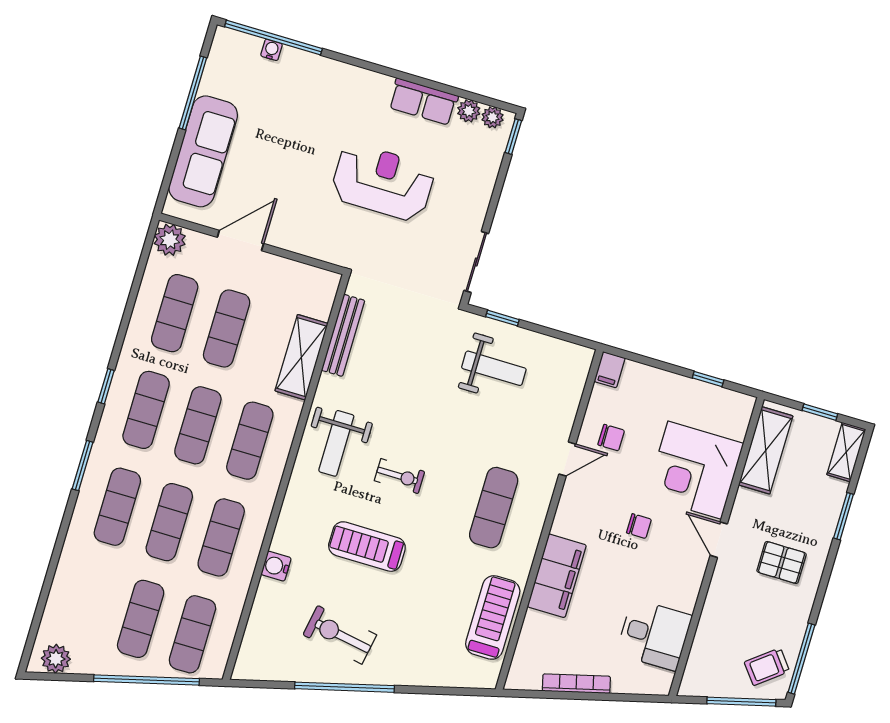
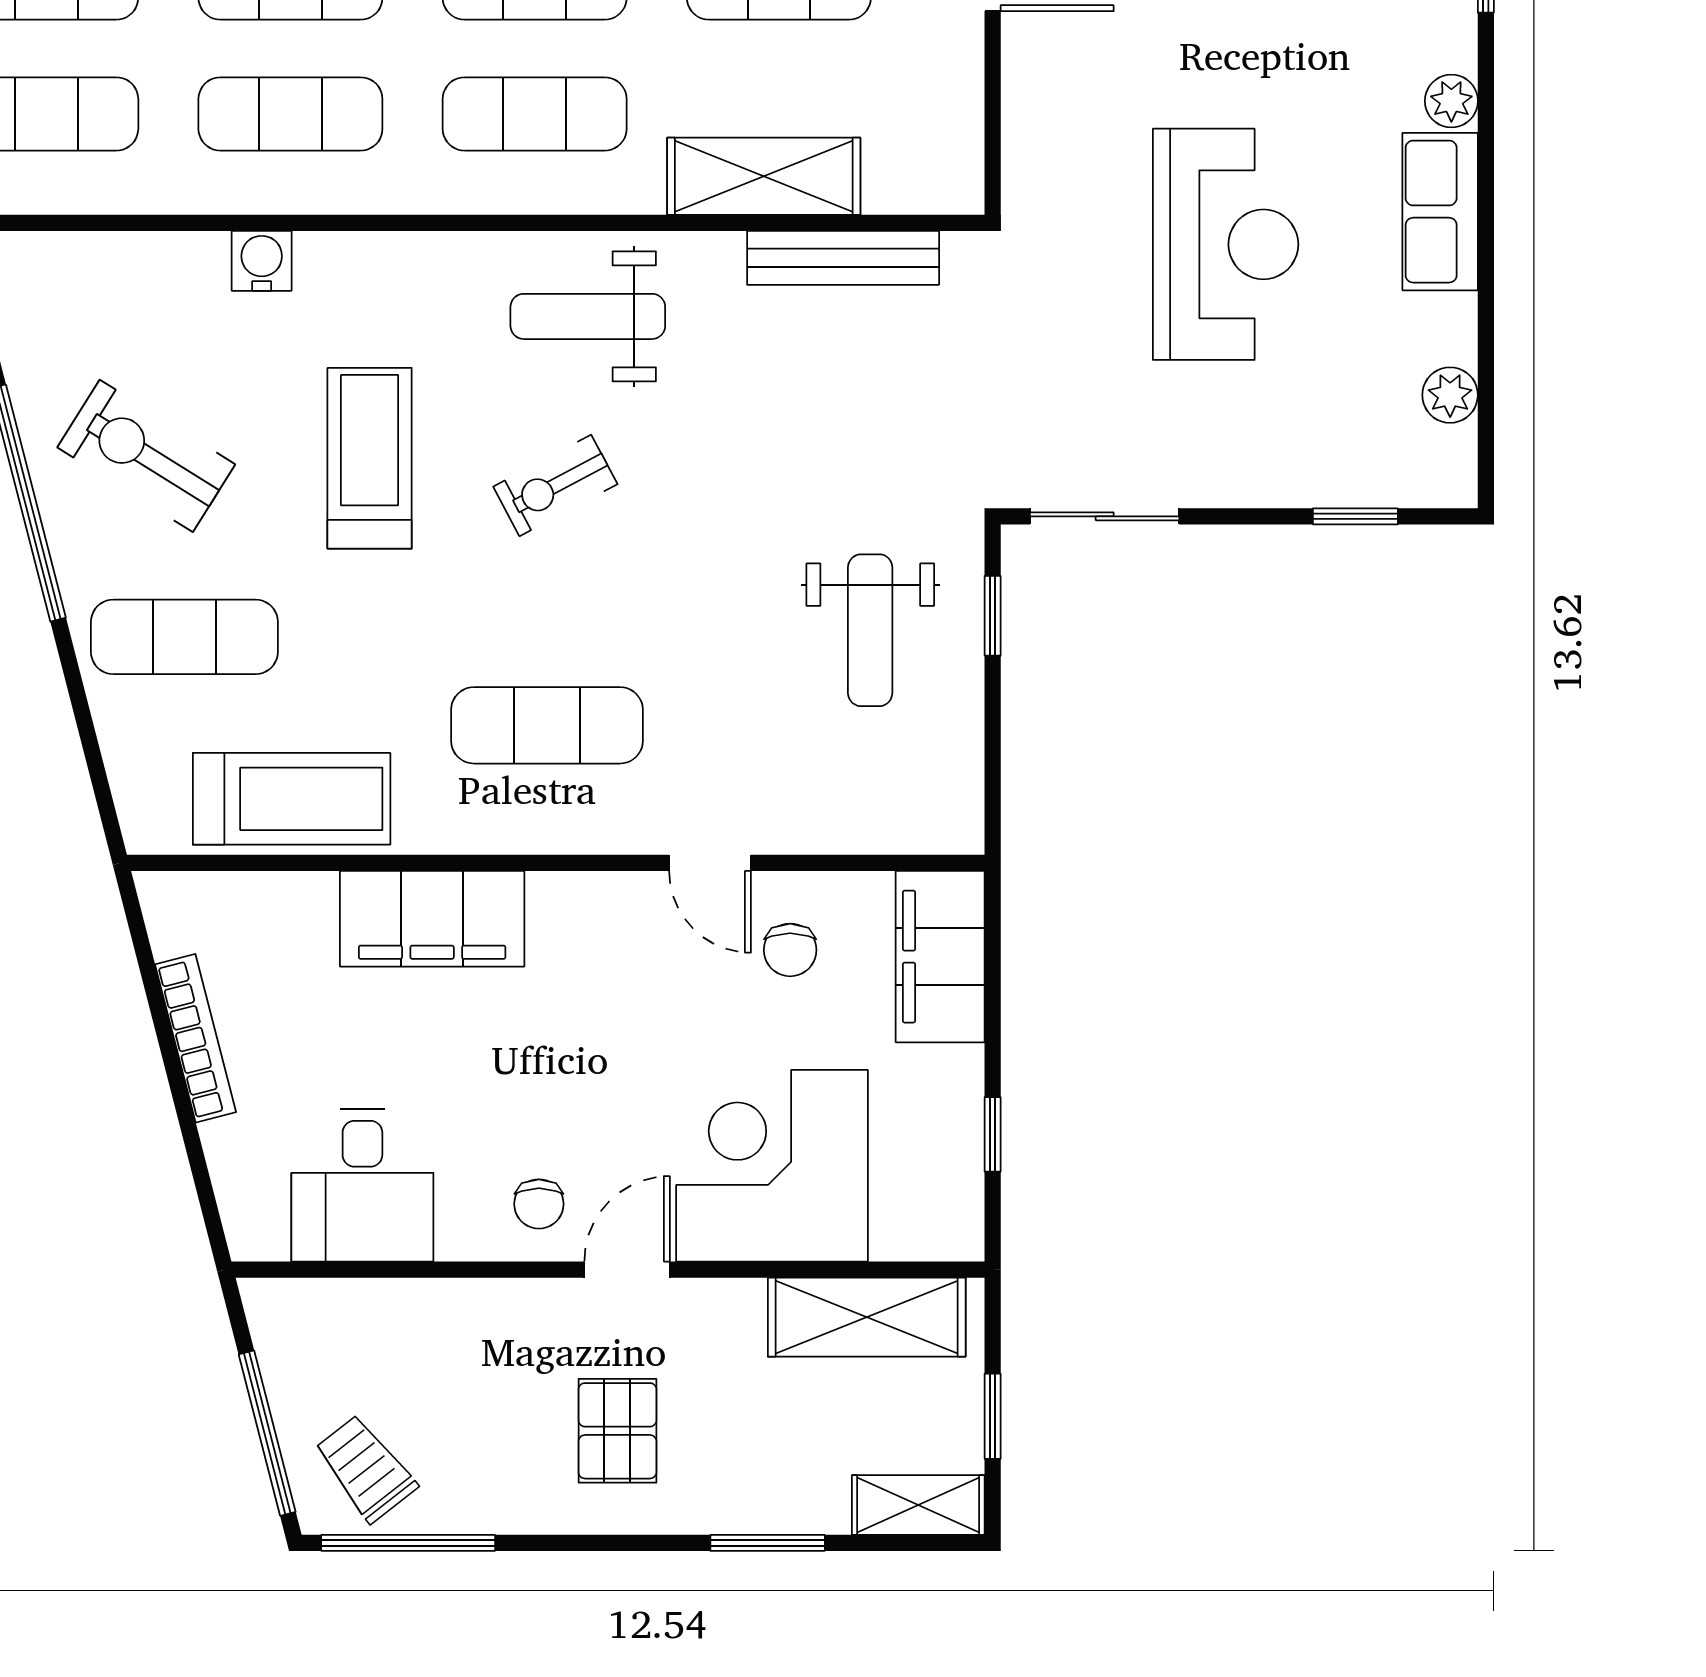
row of seats: (423, 102) -> (1440, 212), moved
plant: (493, 117) -> (1451, 101), moved
window: (513, 137) -> (1355, 516), moved
filing cabinet: (610, 370) -> (940, 957), width x3.00, depth x1.17
exercise bike: (400, 476) -> (555, 485), turned 62
chair: (639, 526) -> (539, 1204), moved
exercise bike: (340, 635) -> (146, 456), turned -68
exercise mat: (416, 641) -> (184, 637), added

